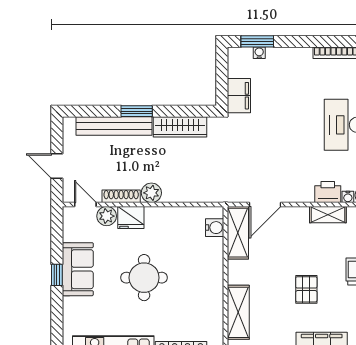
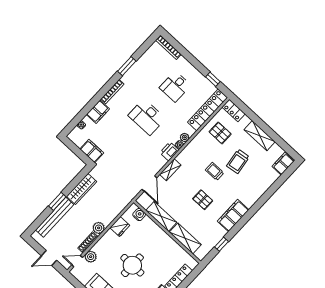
window: (257, 41) -> (76, 121), removed
filing cabinet: (295, 58) -> (98, 112), added
shelving: (328, 215) -> (170, 170), moved
fridge: (131, 218) -> (120, 227), moved
shelving: (238, 233) -> (161, 216), moved

